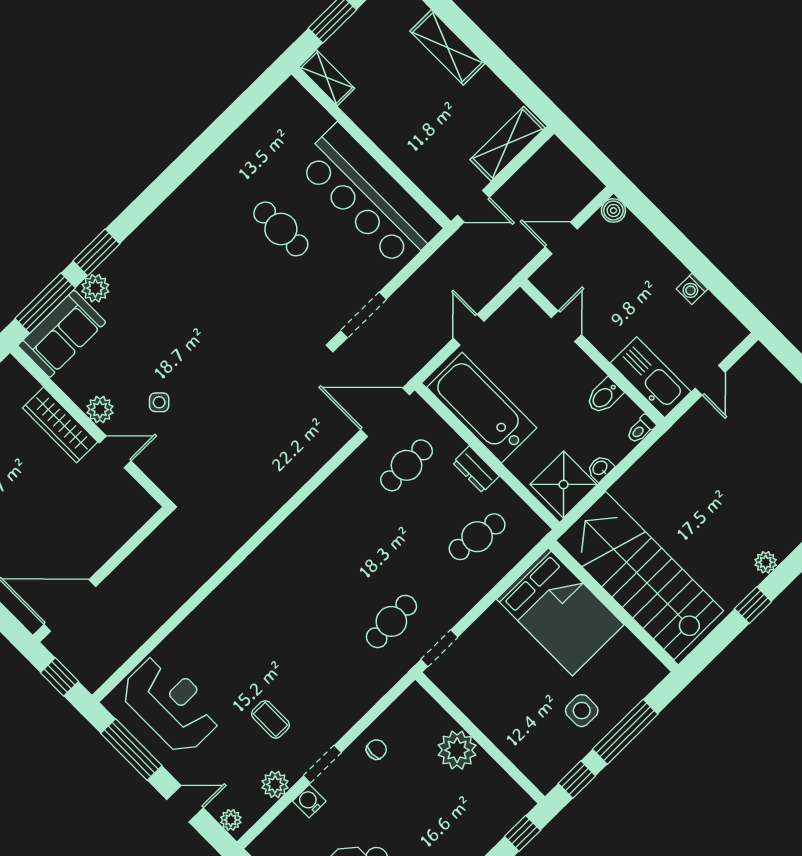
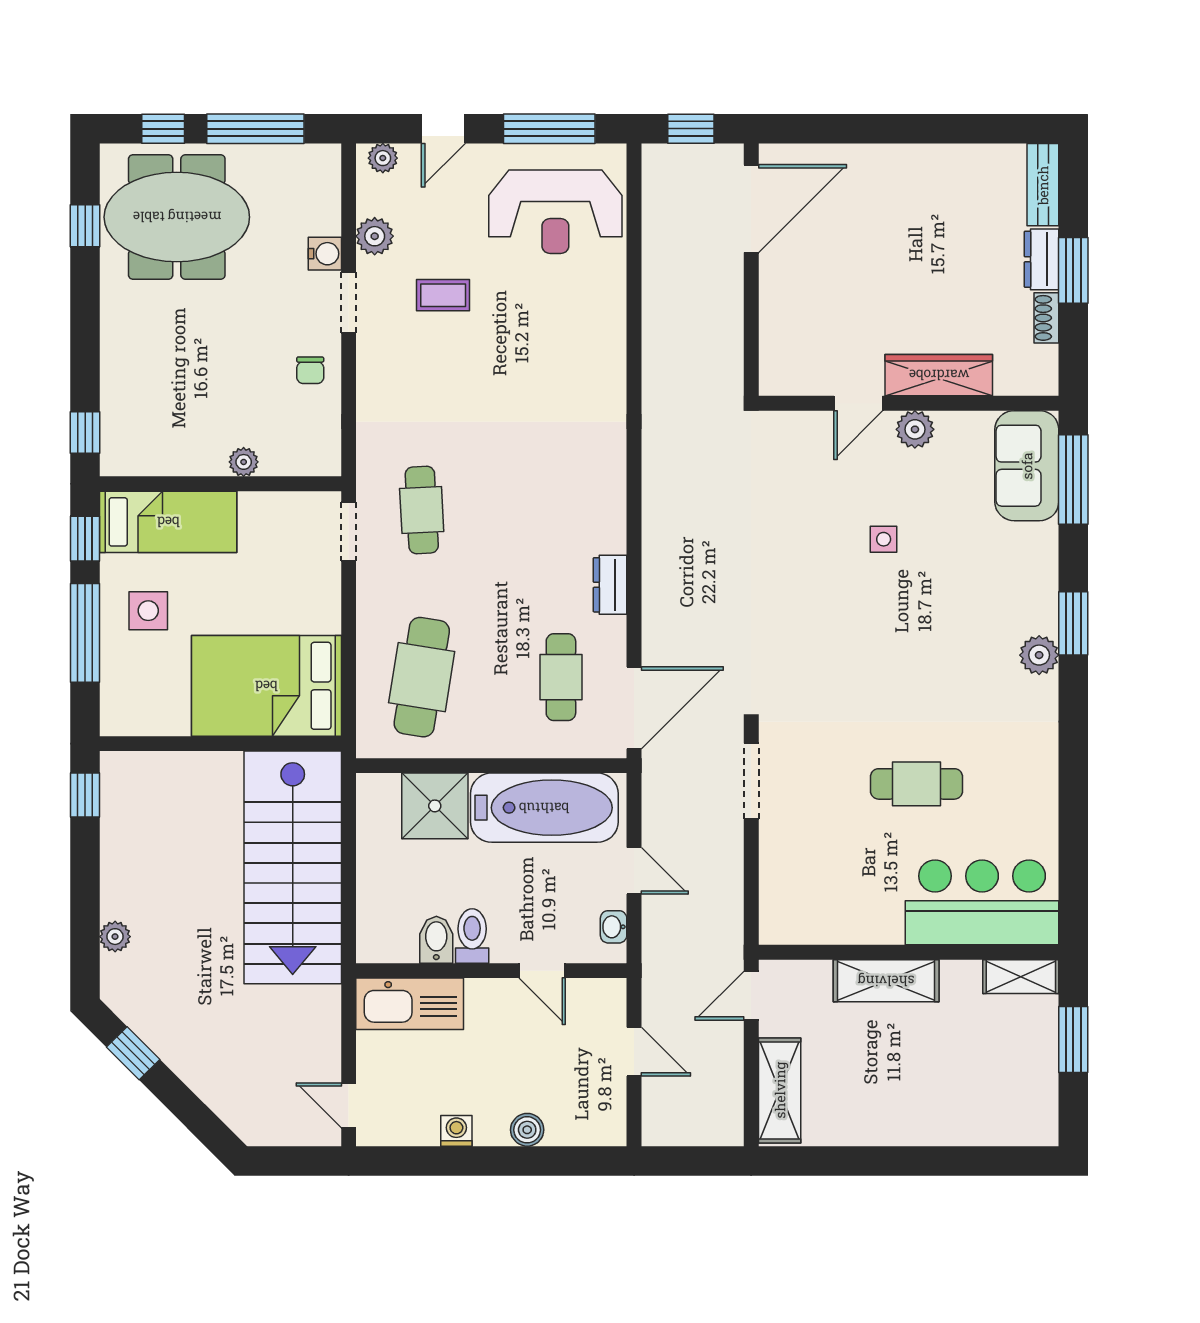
shelving: (447, 47) -> (886, 981), moved
bar counter: (369, 196) -> (982, 902), moved, width x0.73
boiler: (613, 210) -> (527, 1130), moved
door: (561, 238) -> (634, 1052), hinge flipped
window: (96, 252) -> (1073, 623), moved
plant: (95, 288) -> (1039, 655), moved
door: (710, 380) -> (349, 1105), moved
side table: (159, 402) -> (884, 539), moved, turned 45
toilet: (641, 429) -> (472, 936), moved, width x1.37, depth x1.39
washbasin: (600, 468) -> (614, 927), moved, turned 180
dresser: (476, 469) -> (610, 585), moved, turned -90
shower: (564, 485) -> (435, 806), moved
cafe table: (477, 537) -> (422, 677), width x1.37, depth x1.35
stairs: (640, 576) -> (293, 867), moved, turned 90
window: (753, 605) -> (85, 795), moved
bed: (526, 745) -> (168, 522), added
plant: (457, 750) -> (244, 462), width x0.53, depth x0.53

